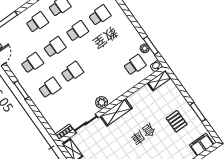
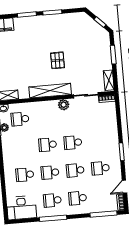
school desk: (50, 88) -> (48, 145), moved
shelving: (116, 112) -> (50, 91), width x1.47
pallet: (177, 121) -> (57, 60), moved

